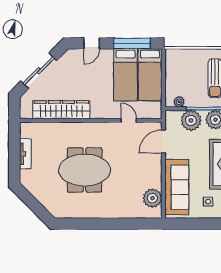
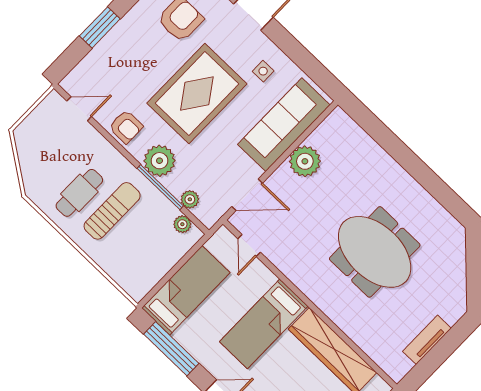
bed: (126, 75) -> (264, 324), moved, turned 180
door: (129, 120) -> (249, 246), moved
plant: (191, 120) -> (190, 199), width x0.53, depth x0.53
plant: (152, 198) -> (305, 161), moved

